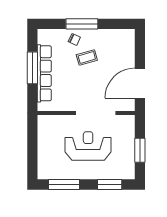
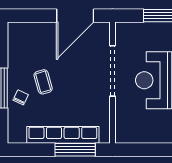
window: (32, 68) -> (75, 150), moved
door: (140, 83) -> (75, 16), hinge flipped

